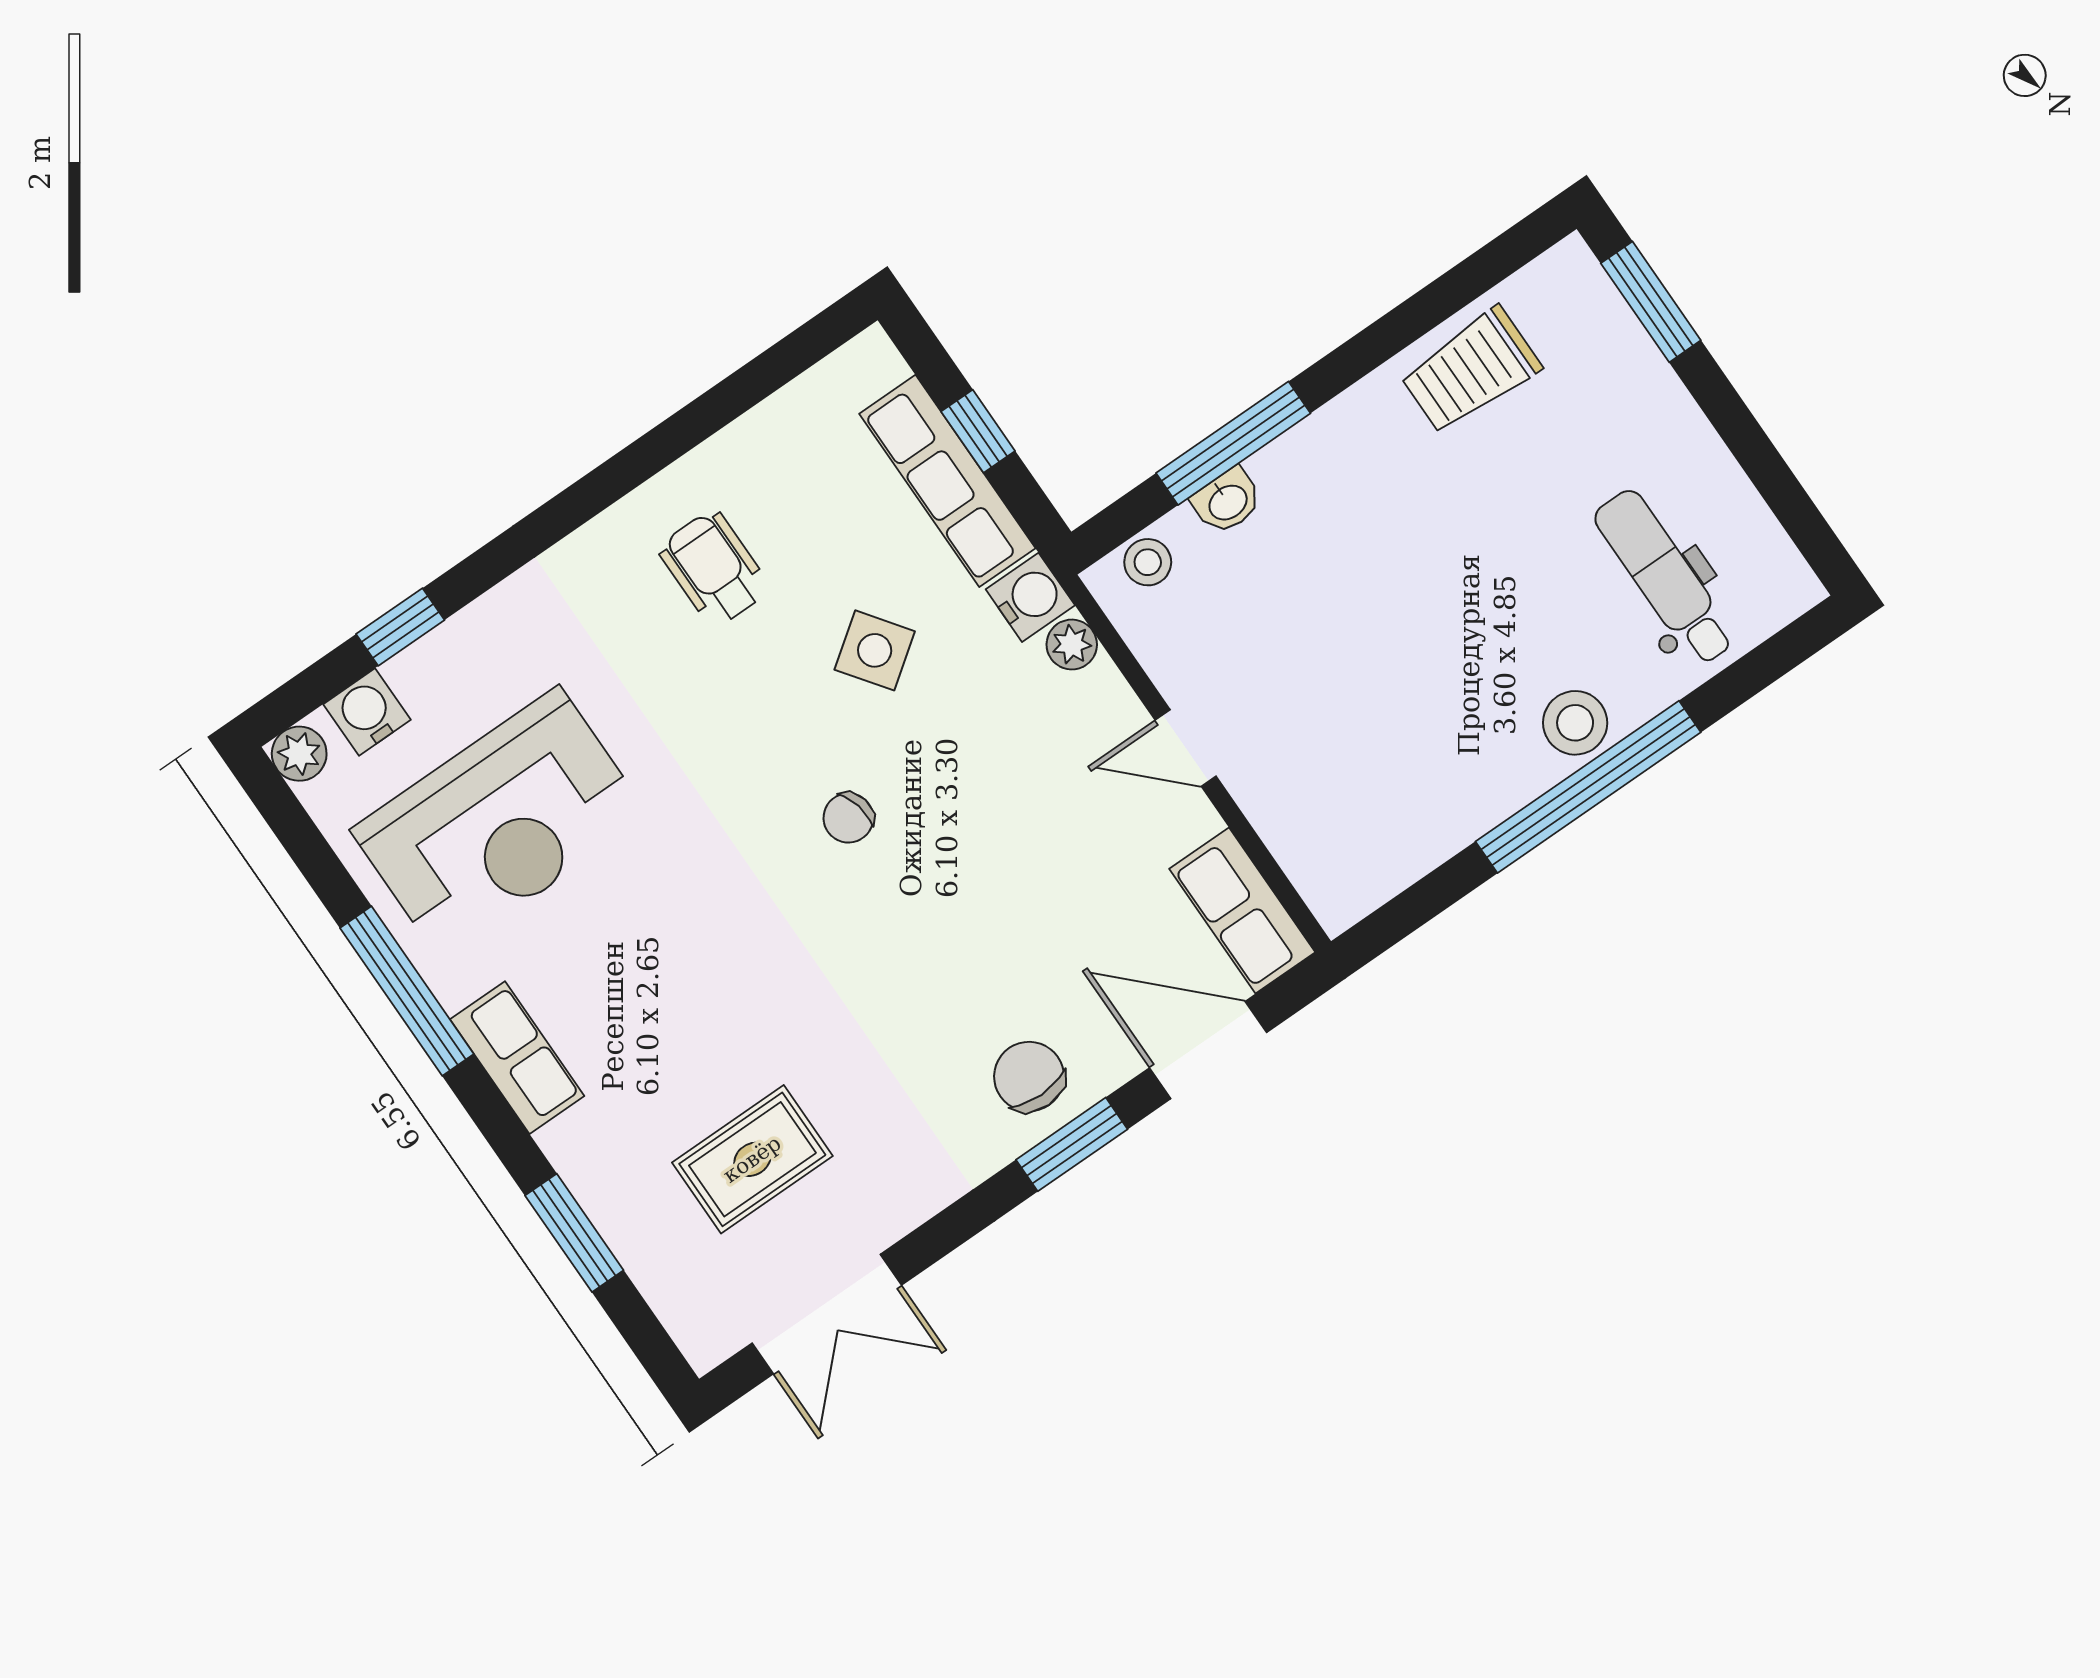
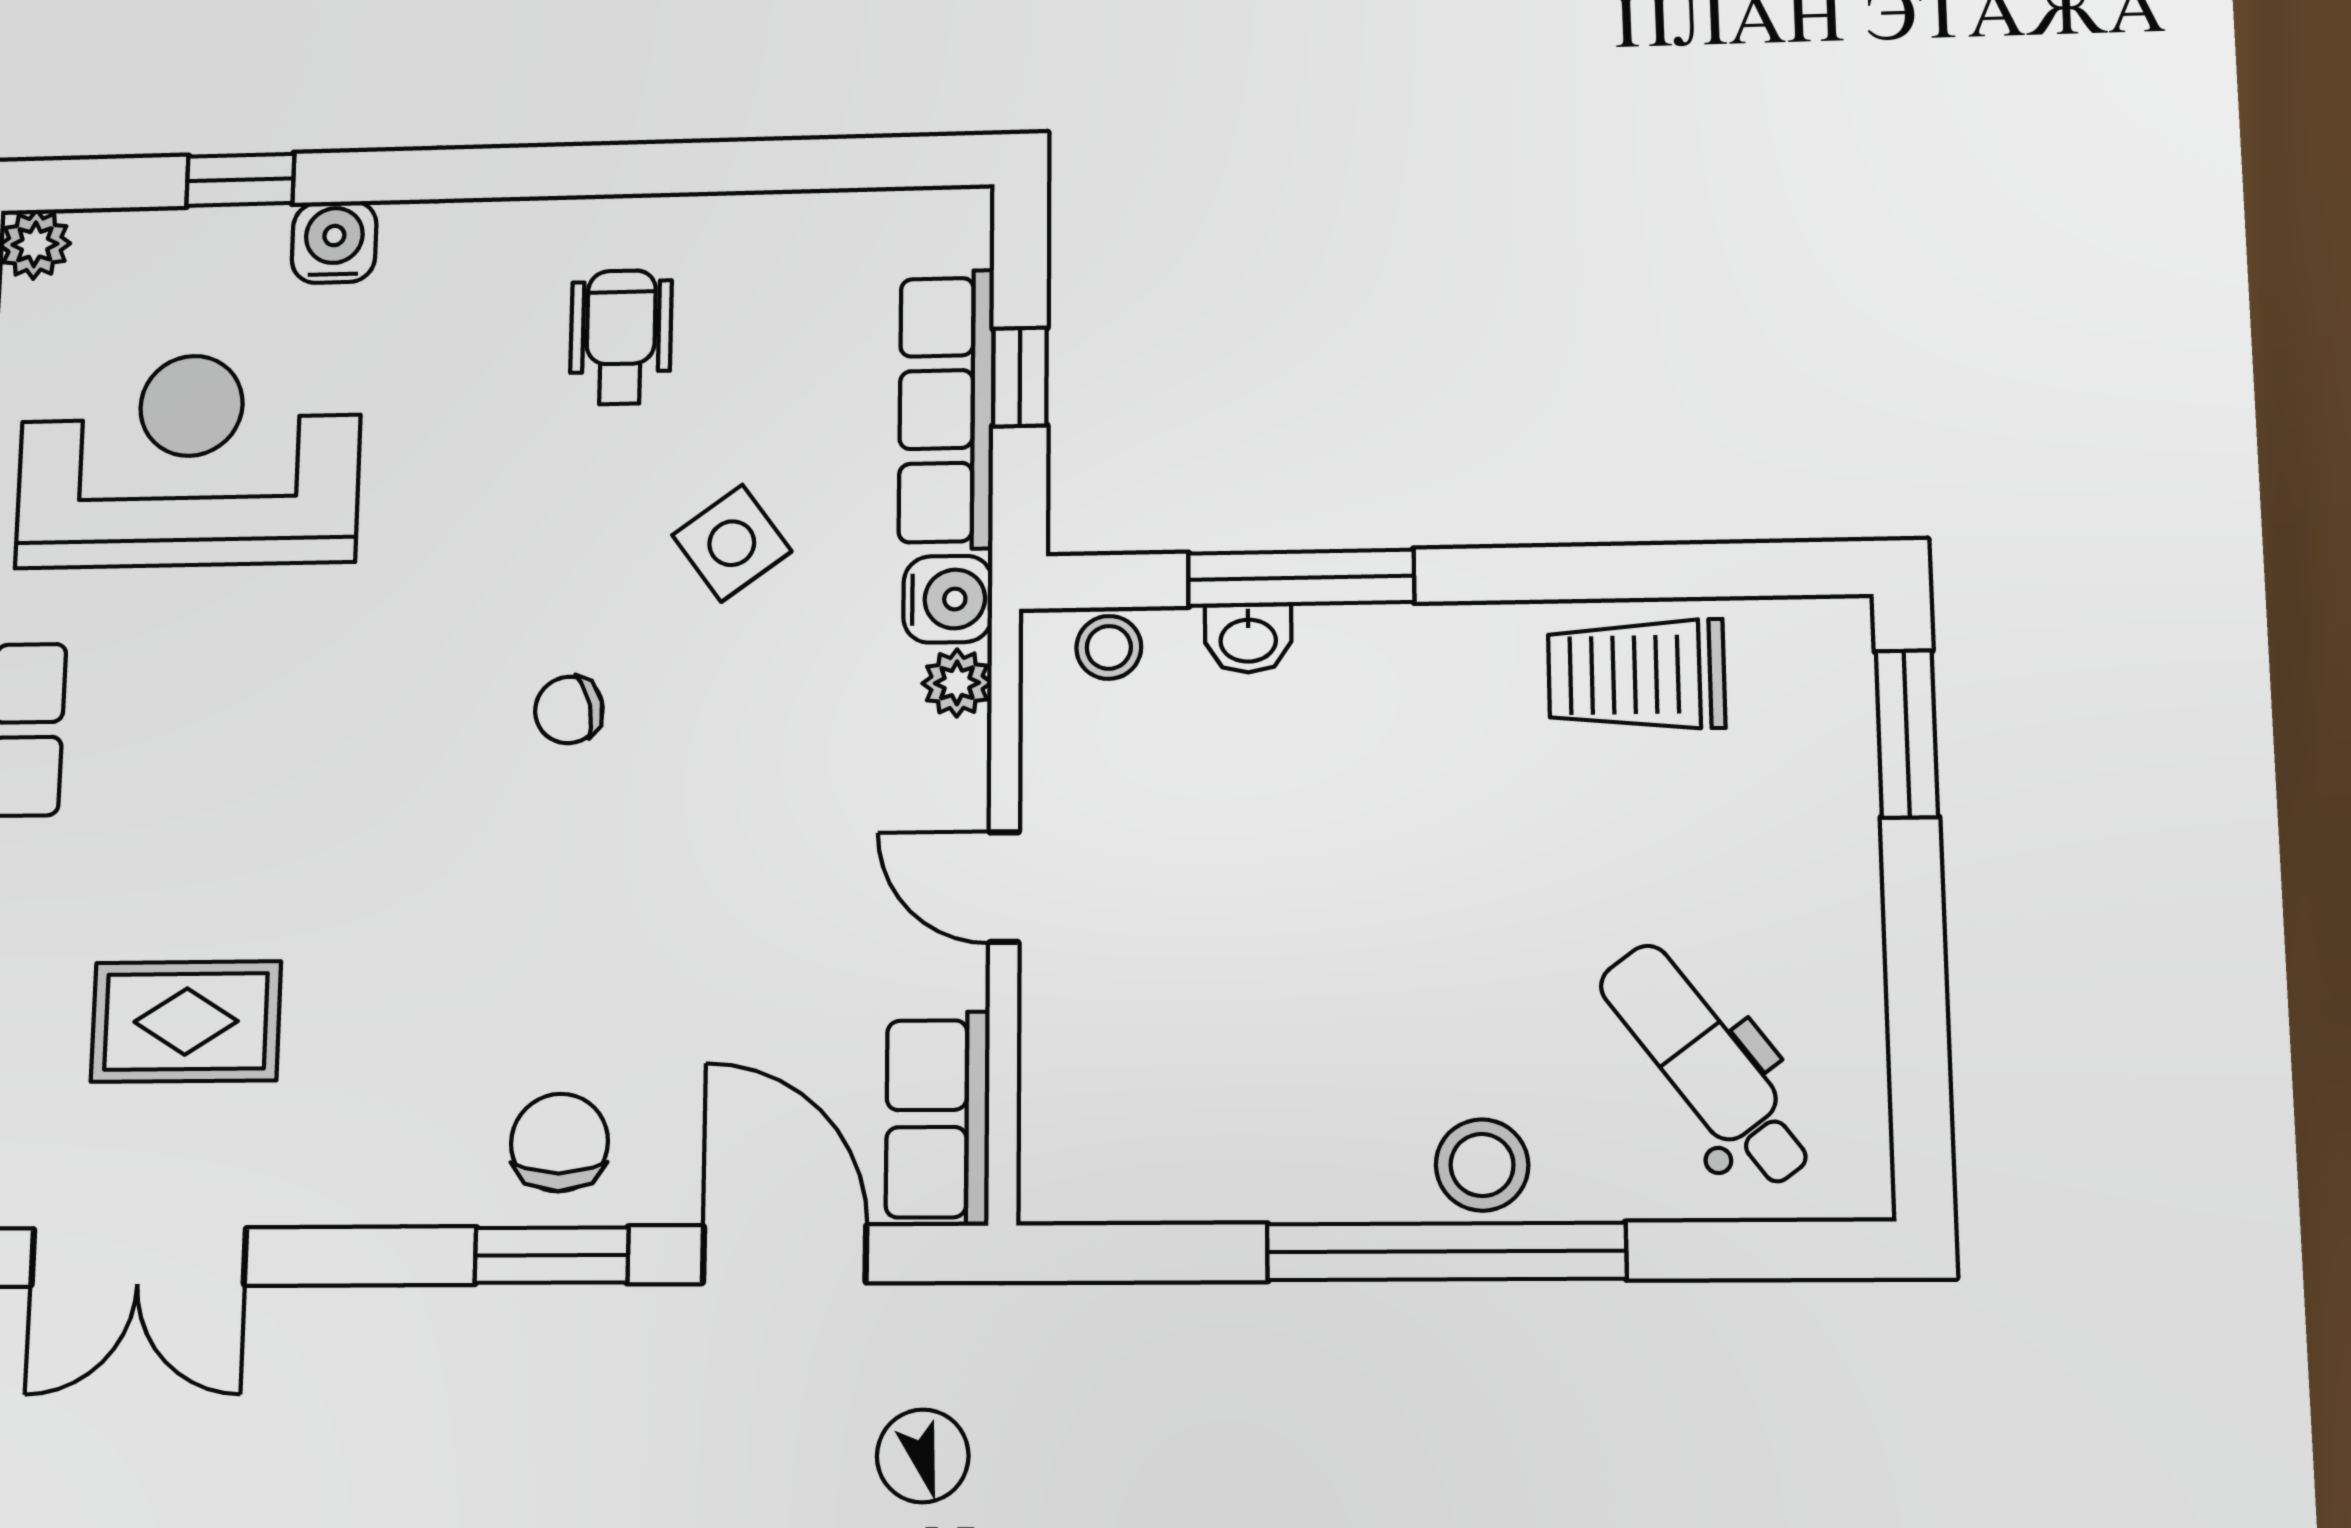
dental chair: (1665, 577) -> (1707, 1066), turned -37
water cooler: (367, 712) -> (334, 242), moved
reception desk: (500, 823) -> (189, 460), turned 180

